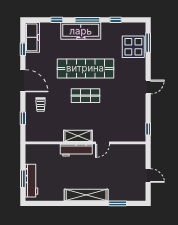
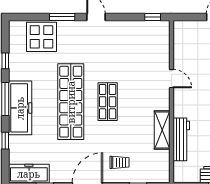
window: (148, 43) -> (62, 17), moved
shelving: (78, 136) -> (162, 130), moved
workbench: (76, 150) -> (181, 139), moved

